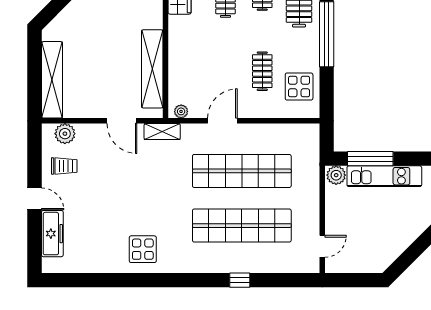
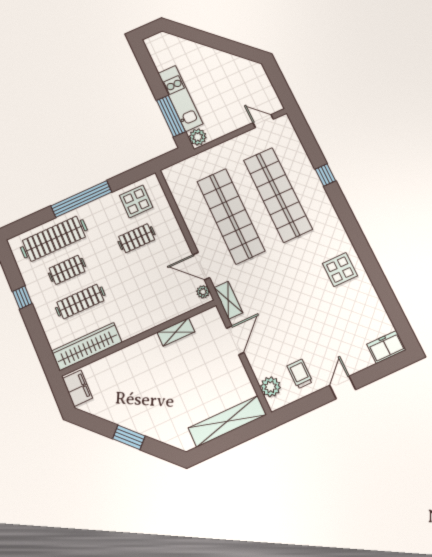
shelving: (152, 69) -> (176, 332), width x0.45, depth x0.75
door: (222, 121) -> (201, 266), moved
freezer: (52, 234) -> (386, 347), moved, width x0.71

